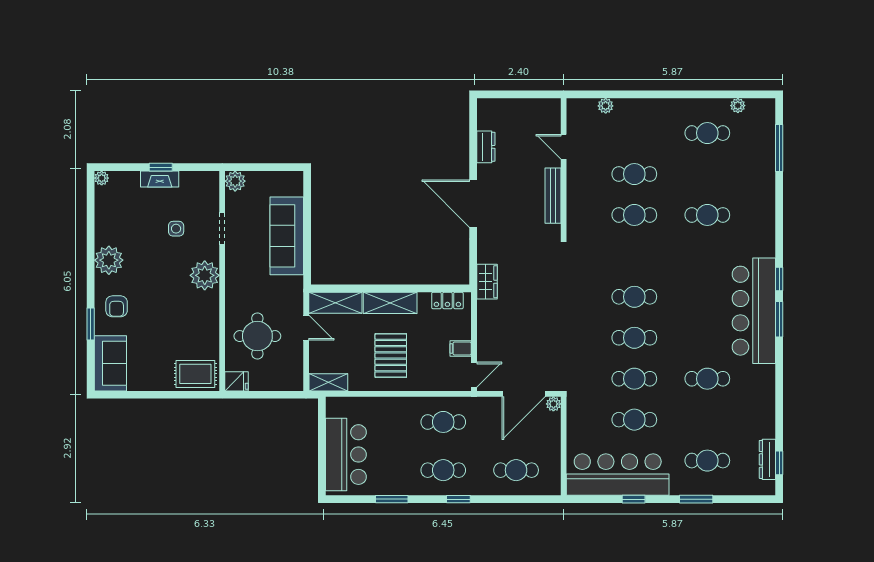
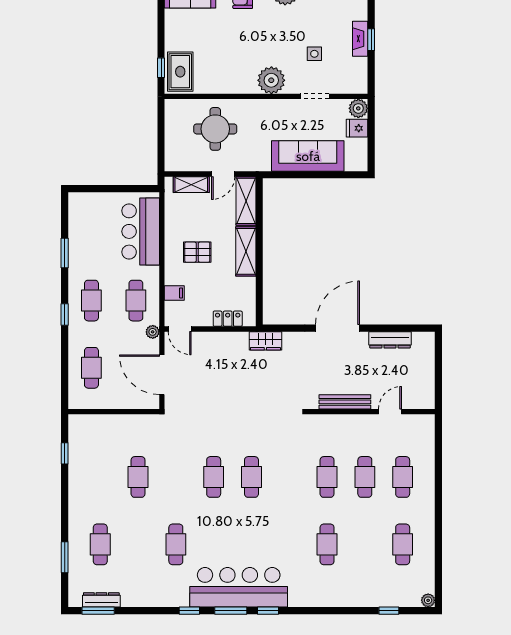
plant: (606, 106) -> (428, 450), removed
plant: (738, 106) -> (428, 600), moved
dresser: (486, 147) -> (390, 340), width x1.44
window: (779, 148) -> (389, 611), width x0.46
locker: (447, 300) -> (228, 319), moved, turned 90
filing cabinet: (461, 348) -> (174, 293), moved, turned 90
pallet: (391, 356) -> (197, 252), width x0.67, depth x0.71
window: (779, 364) -> (189, 611), added
cafe table: (634, 379) -> (403, 477), moved
fridge: (237, 381) -> (357, 128), moved, turned 90
shelving: (328, 382) -> (191, 185), moved, turned 90
window: (191, 395) -> (161, 68), added
plant: (553, 404) -> (153, 332), moved
bar counter: (346, 455) -> (141, 231), moved, turned 90
window: (779, 463) -> (98, 611), width x1.50
bar counter: (618, 475) -> (87, 462), removed
window: (634, 499) -> (65, 453), moved
window: (696, 499) -> (65, 557), moved

